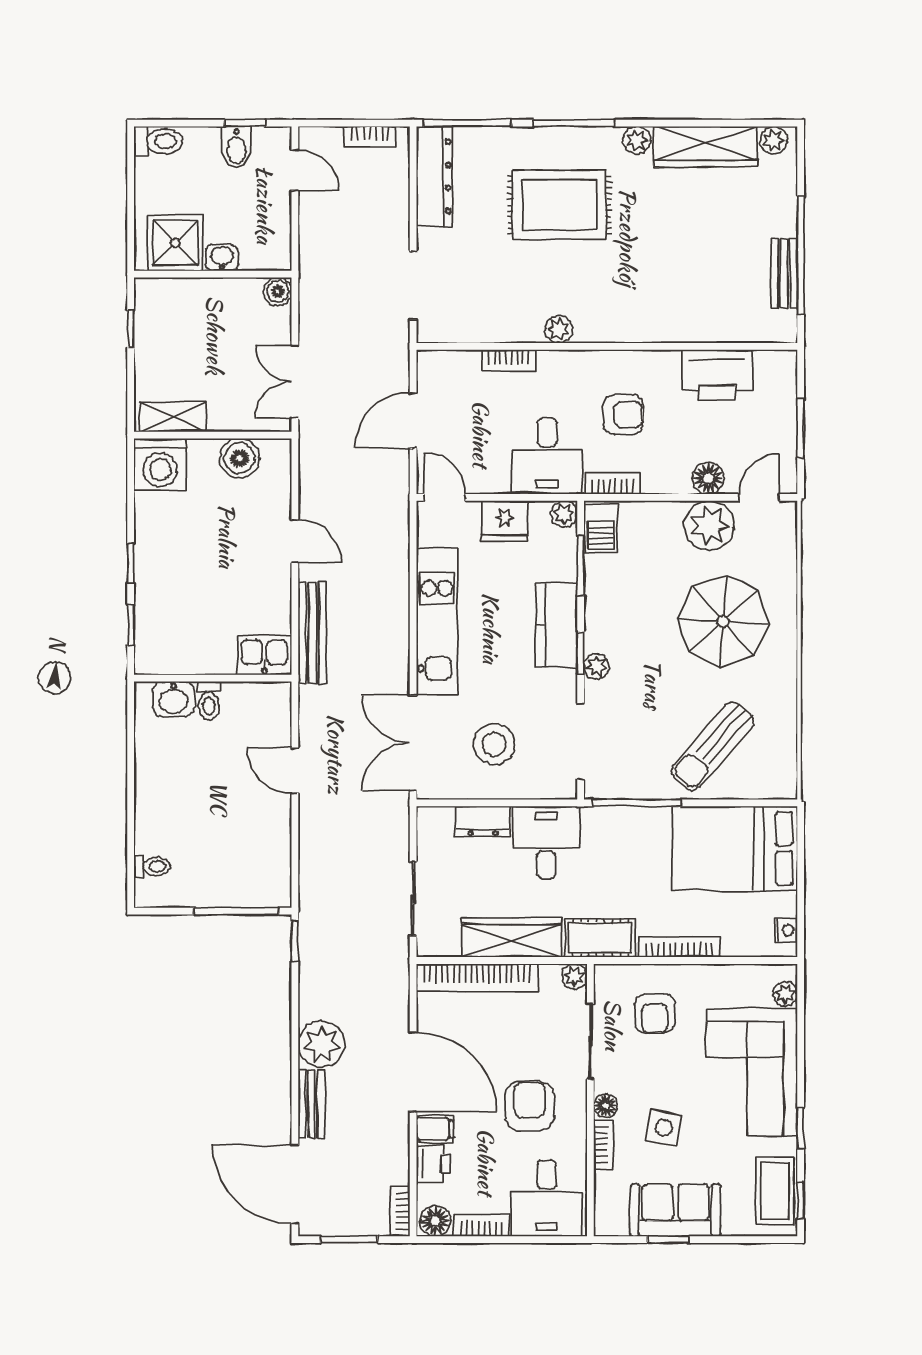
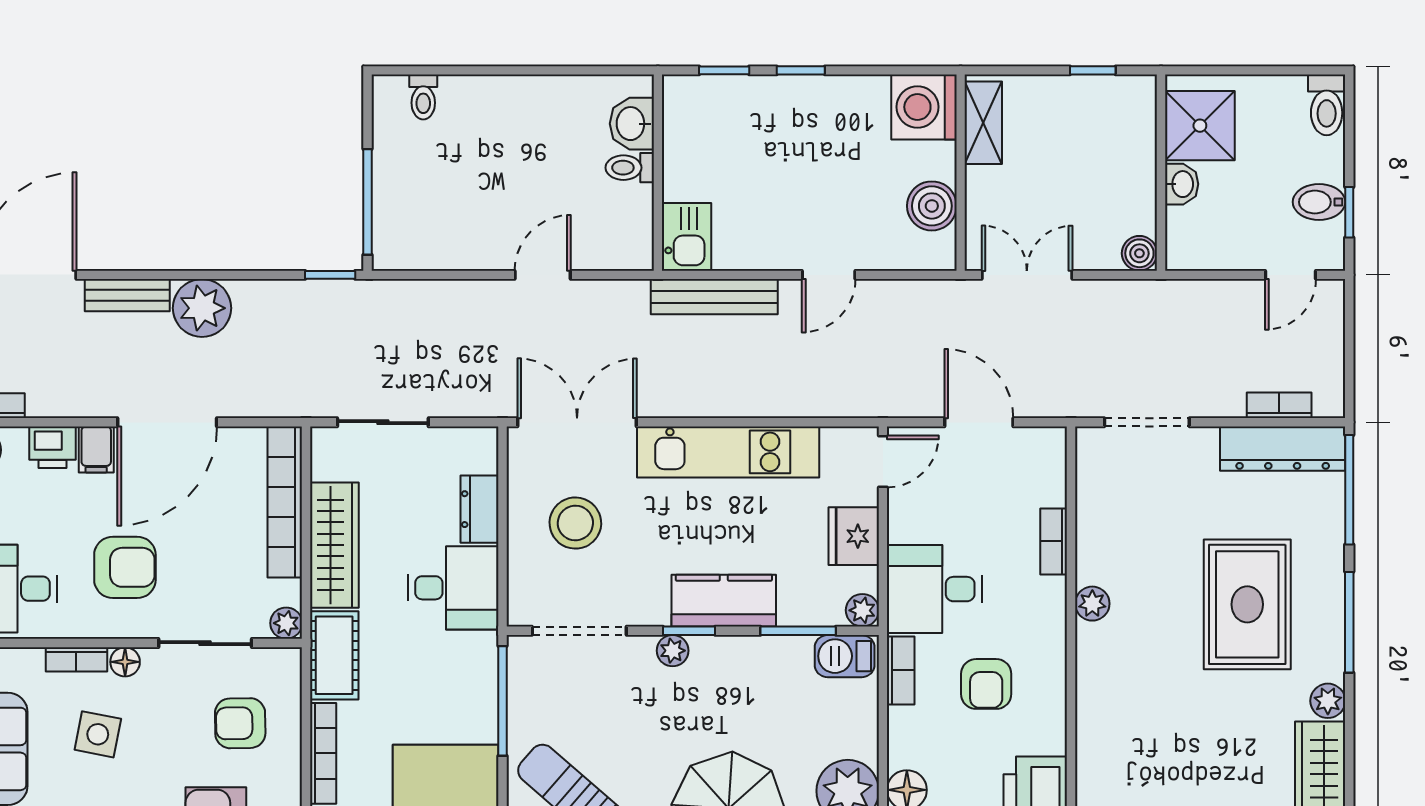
bookcase: (370, 137) -> (1279, 405), moved, turned 90

